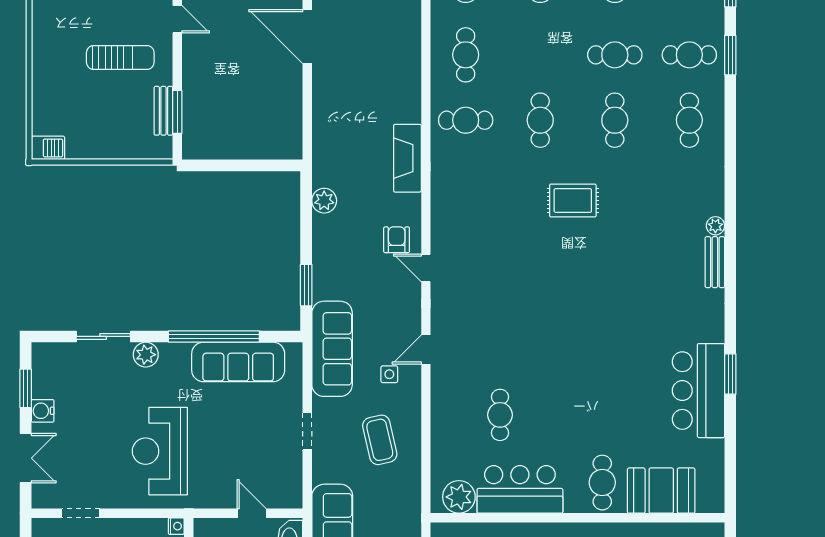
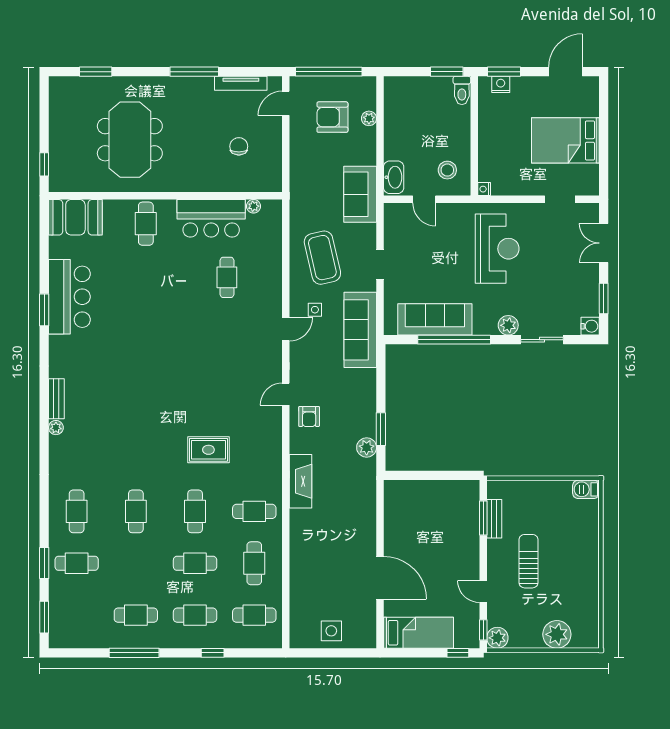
cafe table: (615, 55) -> (195, 563), moved
sun lounger: (120, 57) -> (528, 561), turned 90
rug: (573, 200) -> (208, 450), moved
door: (426, 268) -> (286, 394), swing flipped
window: (306, 285) -> (381, 429), moved
water cooler: (43, 411) -> (590, 326), moved
coffee table: (380, 440) -> (322, 258), width x1.36, depth x1.32
booth: (661, 491) -> (75, 217), moved
plant: (459, 497) -> (254, 206), width x0.53, depth x0.53

